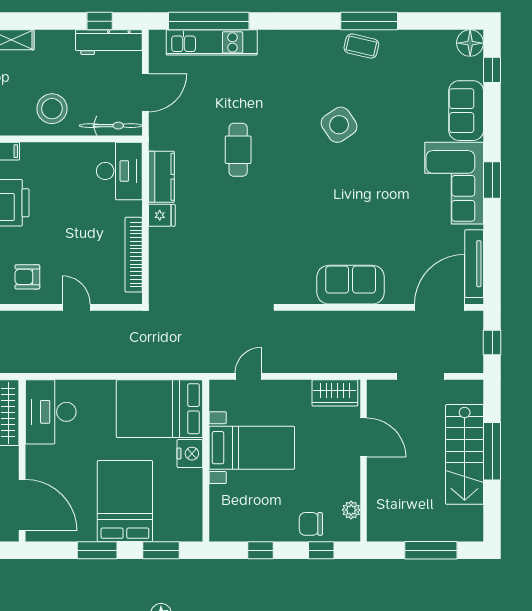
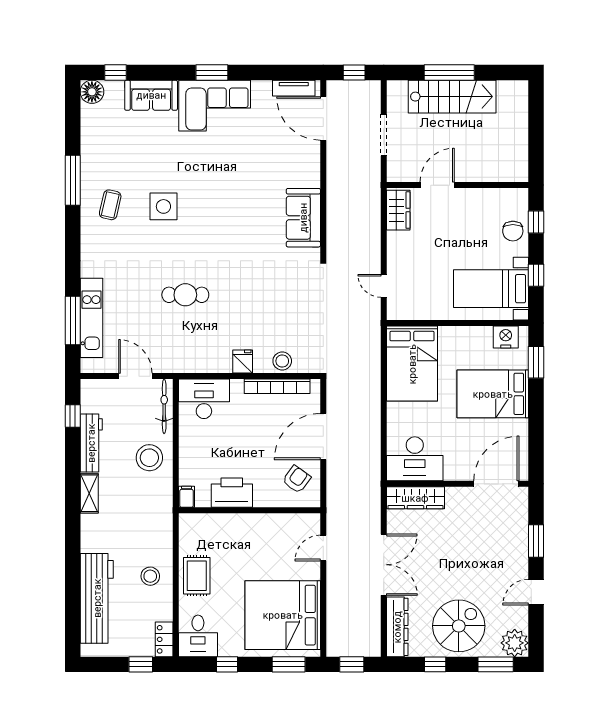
window: (209, 21) -> (73, 321), width x0.68
workbench: (109, 42) -> (91, 443), moved
coffee table: (361, 46) -> (110, 205), moved
side table: (339, 125) -> (163, 206), turned 34
kitchen counter: (161, 177) -> (209, 362), removed
stool: (162, 260) -> (282, 361), added
tv unit: (474, 264) -> (294, 88), width x0.71
armchair: (27, 277) -> (297, 479), turned -144
sofa: (351, 285) -> (303, 218), moved
door: (76, 307) -> (323, 437), width x1.87
bed with nightstands: (252, 448) -> (491, 289), moved, turned -90
nightstand: (190, 454) -> (506, 337), moved
plant: (351, 510) -> (501, 196), removed
window: (97, 550) -> (536, 418), removed
window: (431, 550) -> (536, 126), removed

